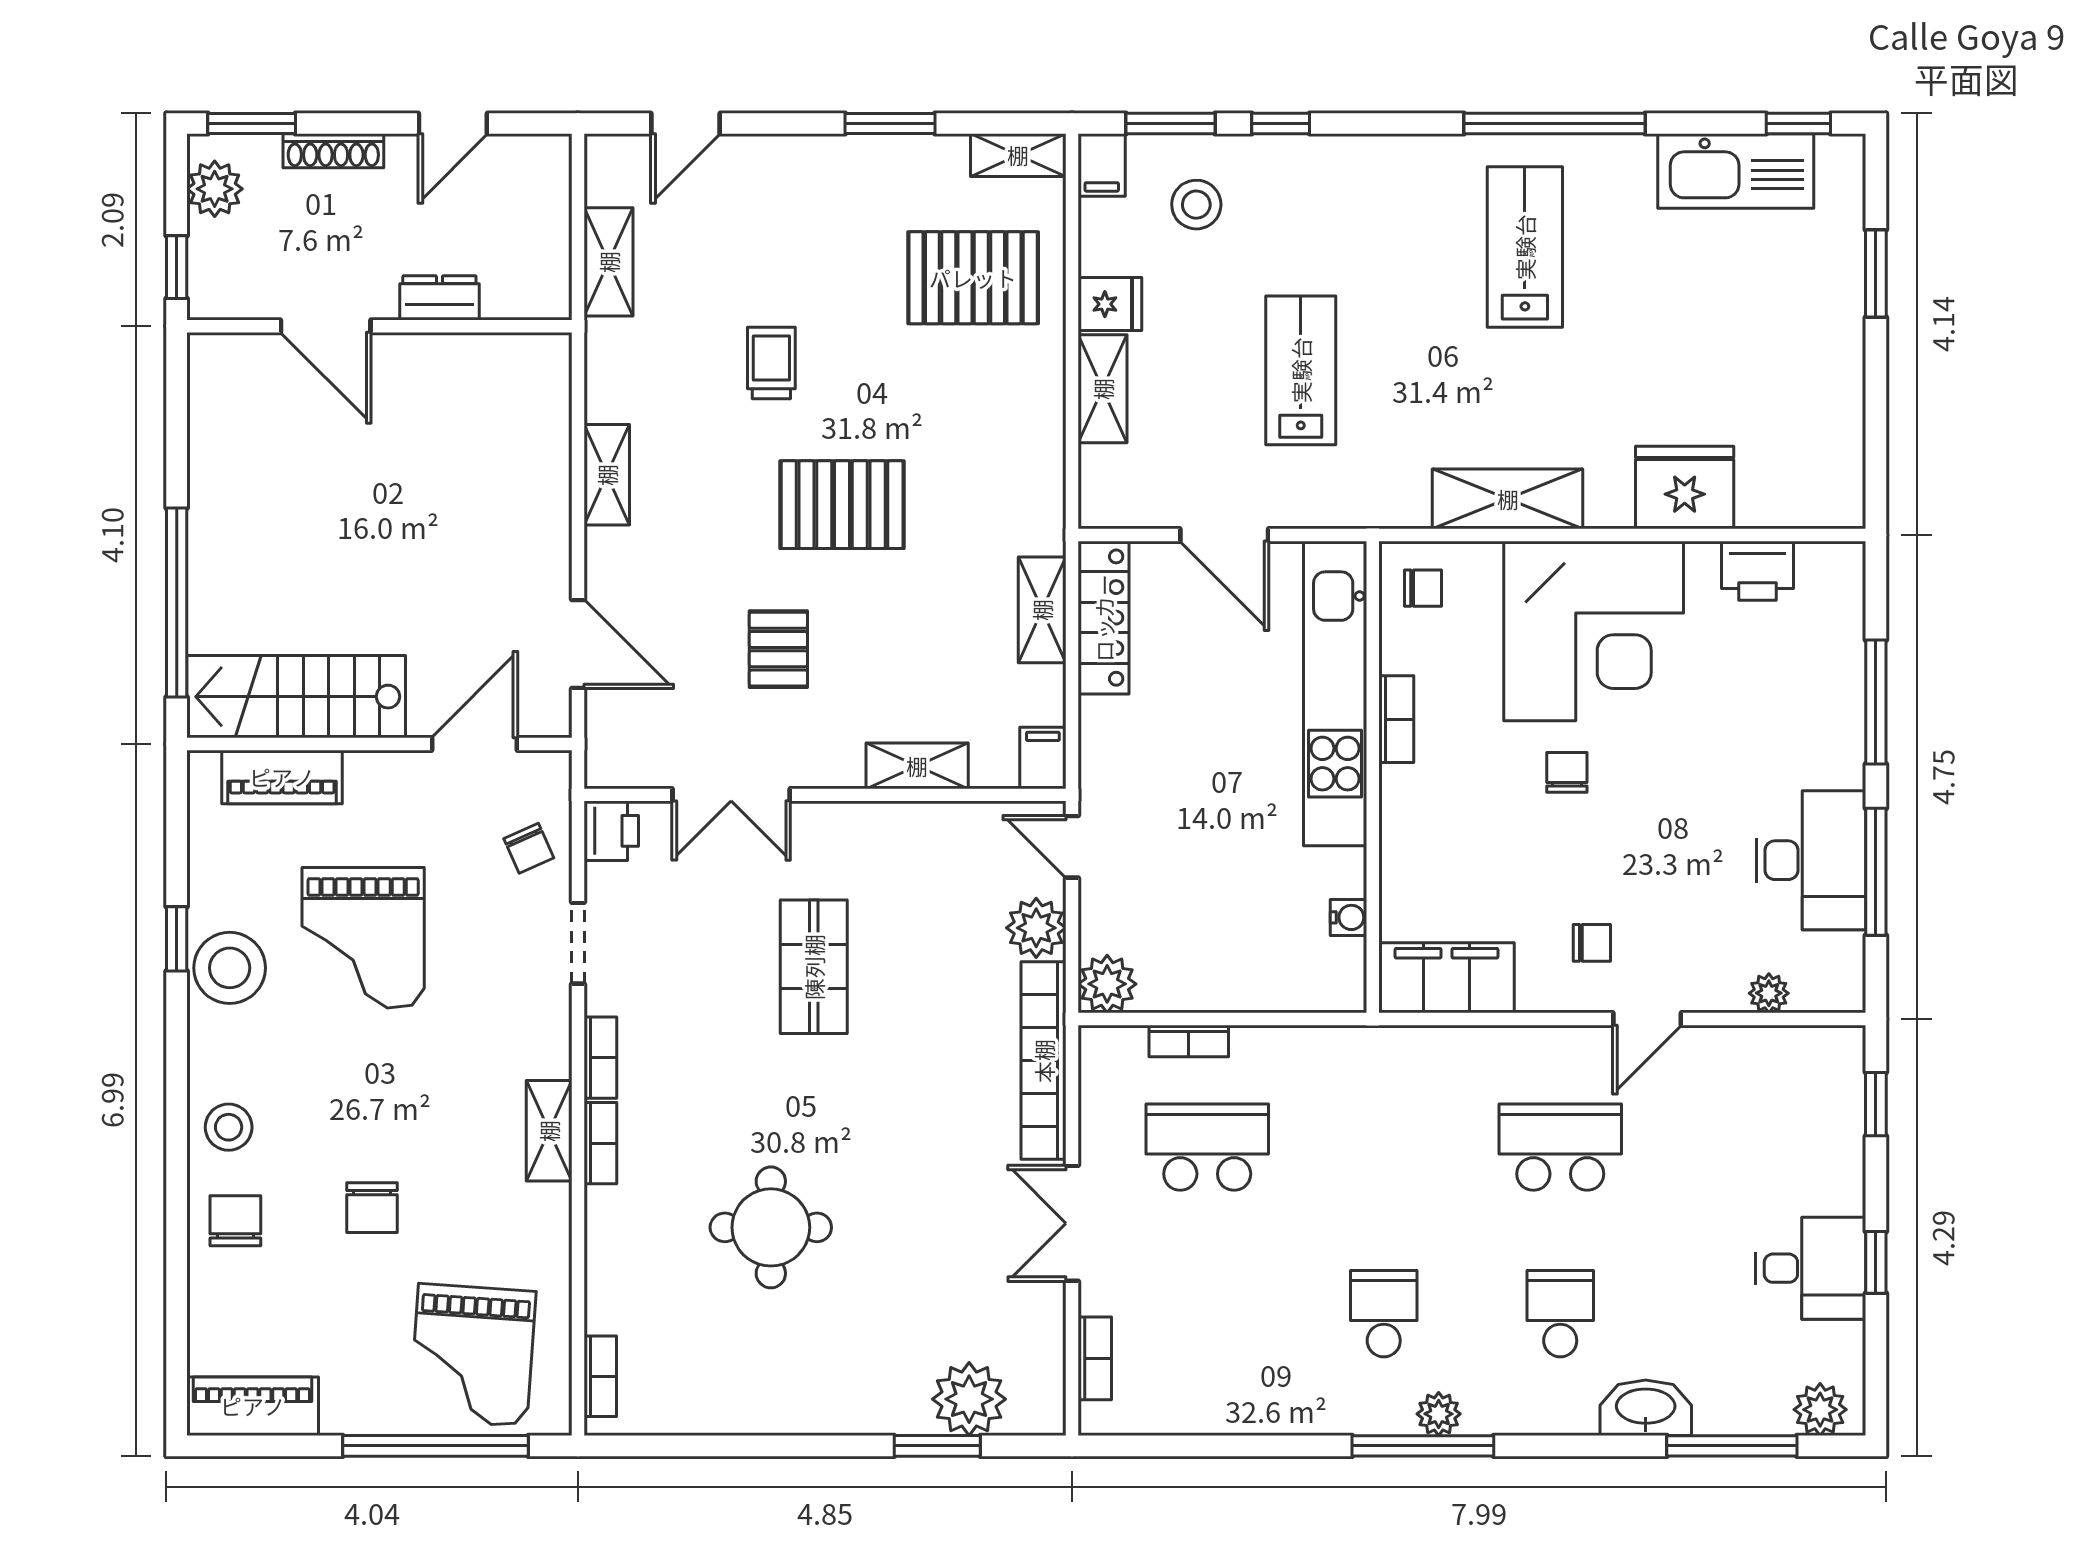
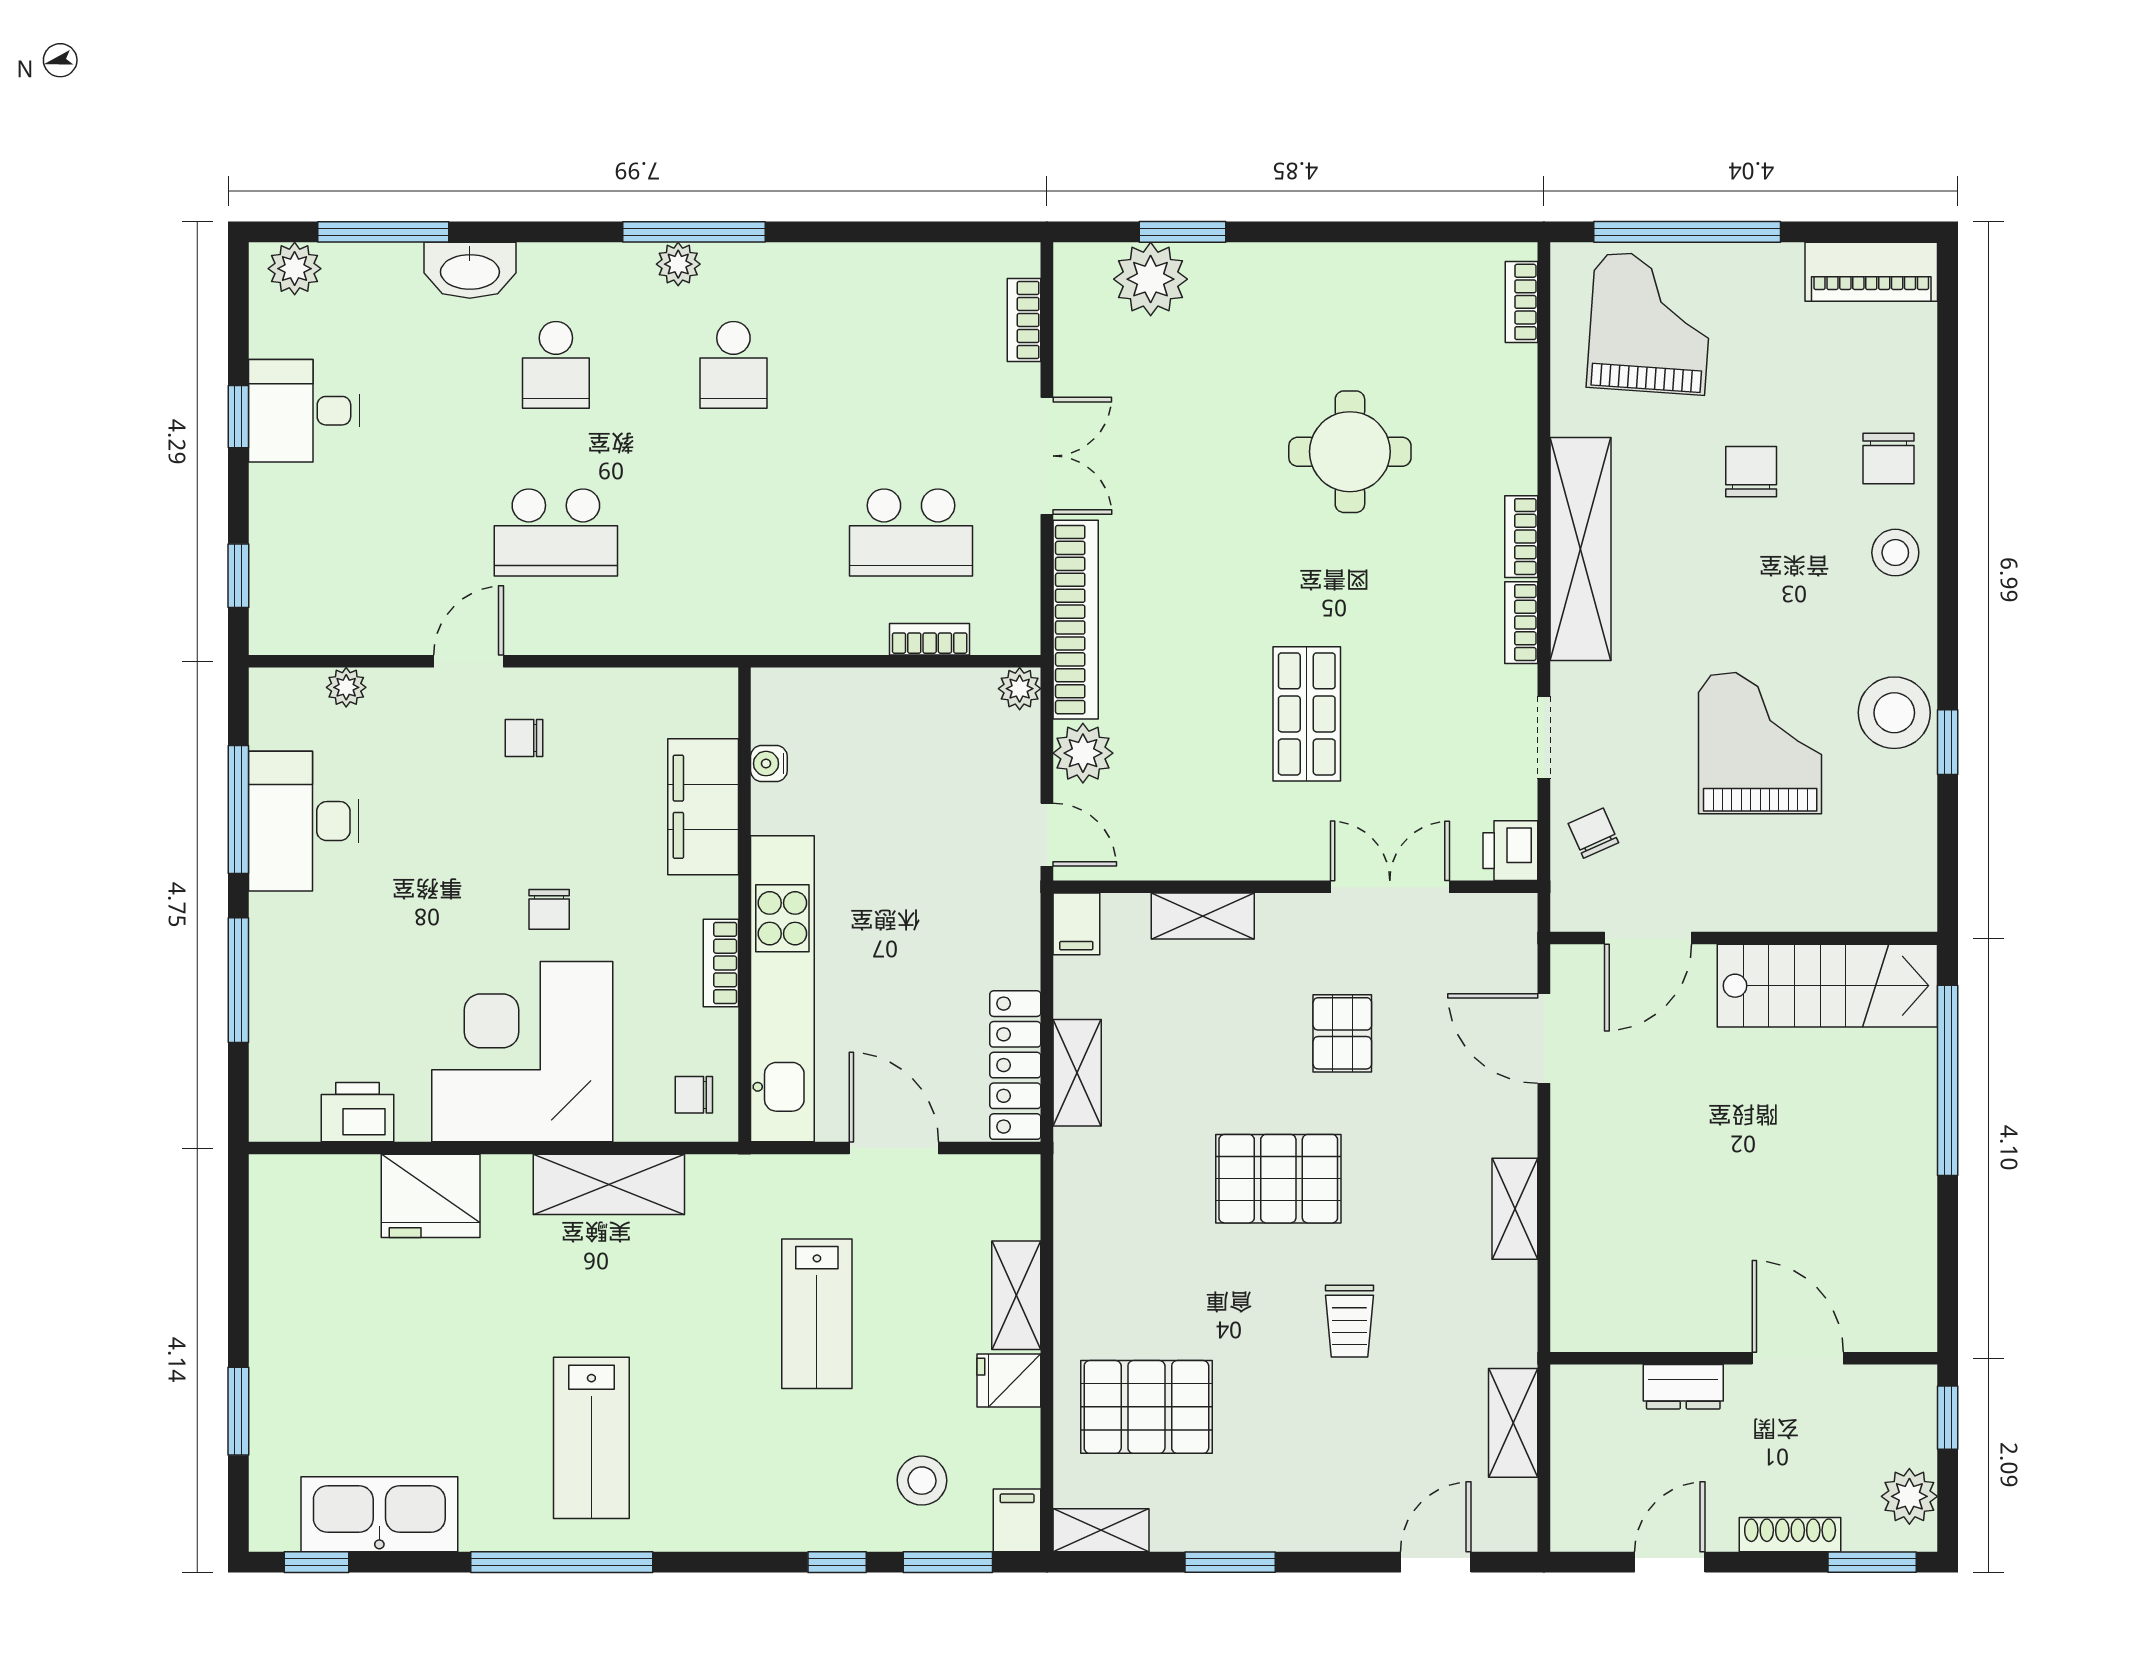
piano: (282, 777) -> (1842, 905), removed
filing cabinet: (1447, 978) -> (703, 807), moved, turned 90
plant: (1107, 984) -> (1020, 689), width x0.73, depth x0.73
shelving: (549, 1131) -> (1580, 549), width x2.20, depth x1.33

